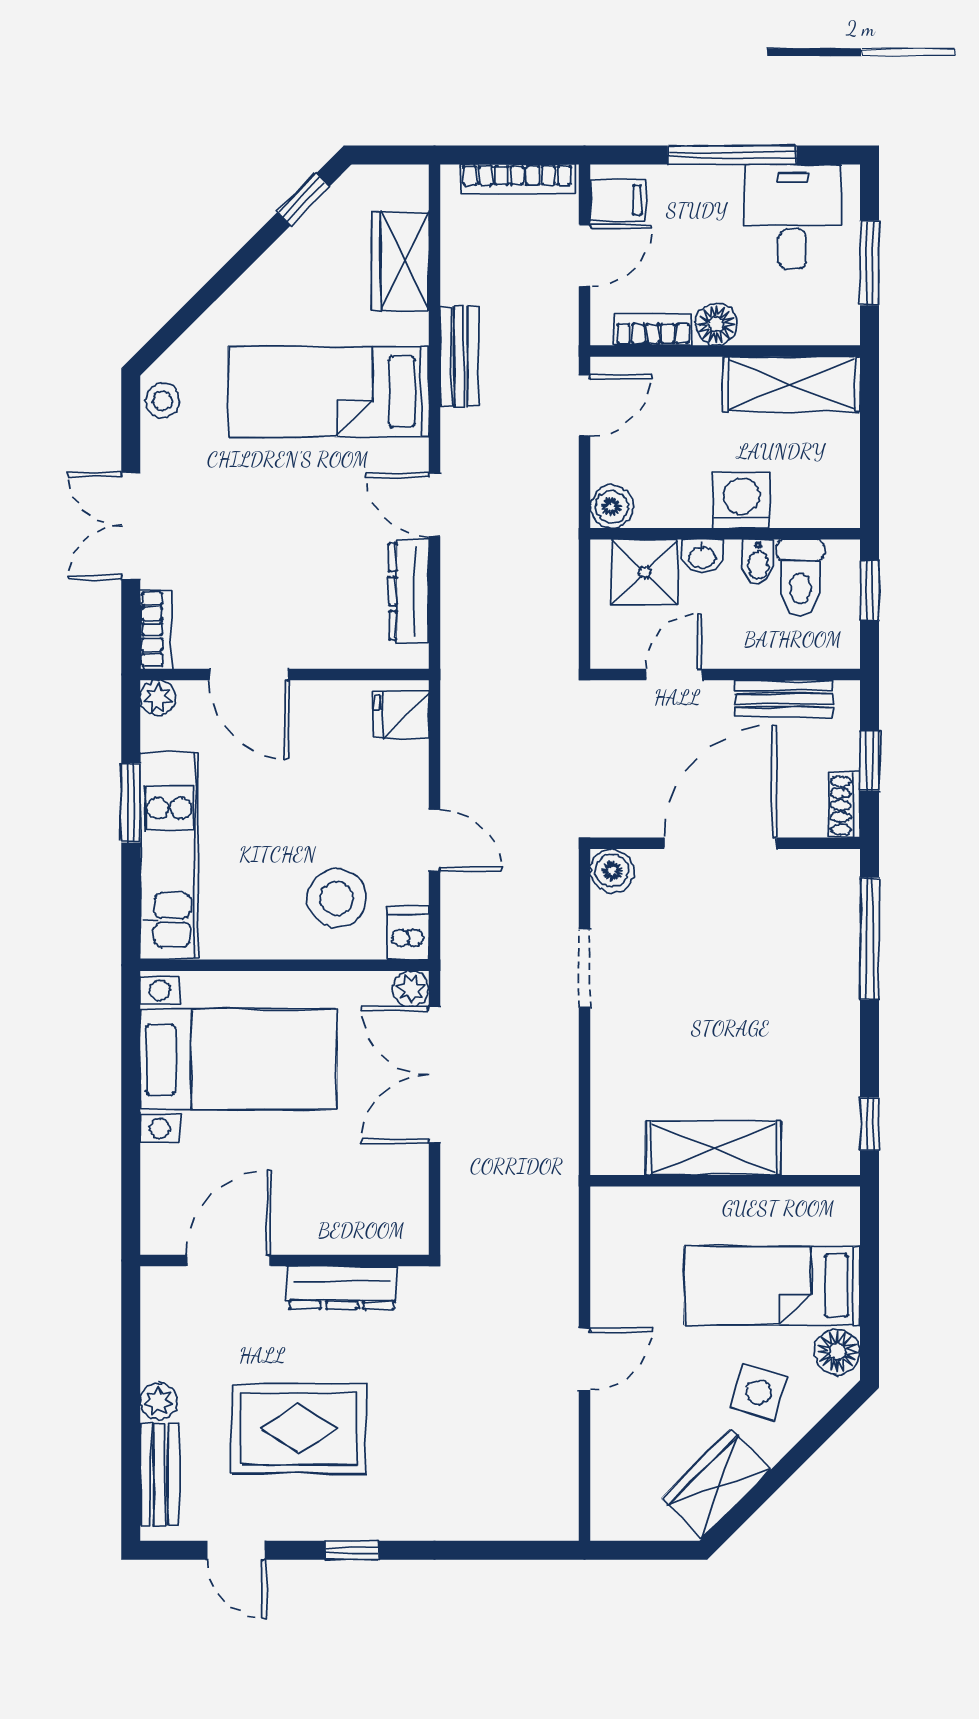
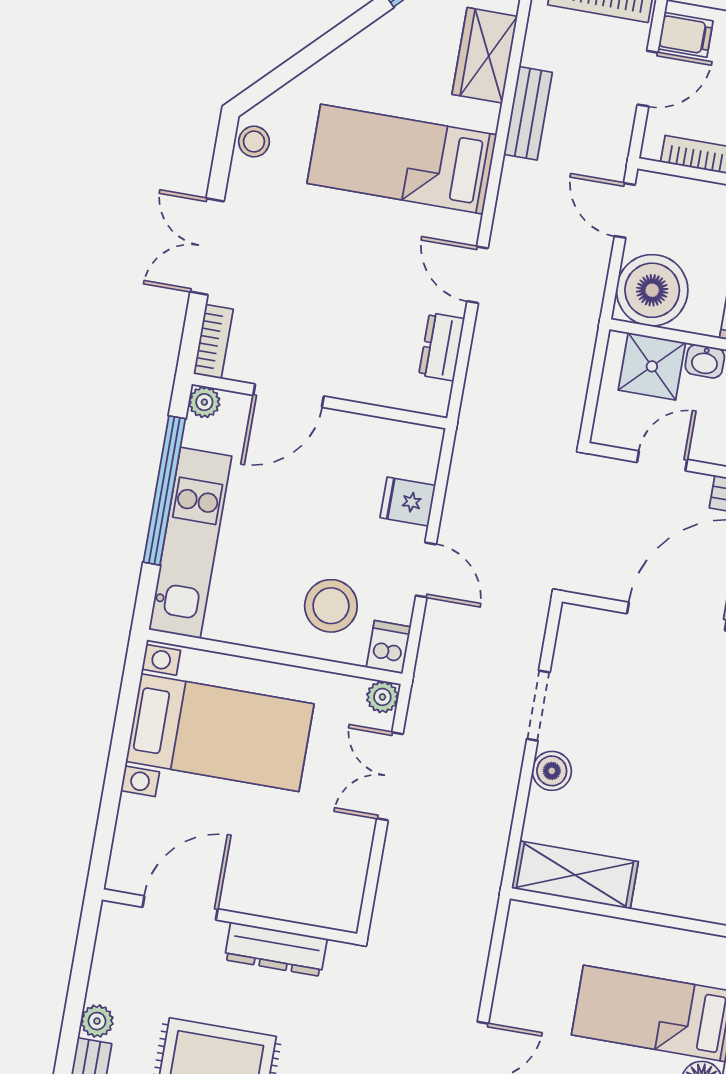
bench: (459, 356) -> (528, 113), moved
door: (585, 405) -> (625, 210), swing flipped
boiler: (612, 507) -> (652, 290), width x1.86, depth x1.86
dresser: (409, 591) -> (442, 347), width x0.70
door: (249, 674) -> (288, 396), hinge flipped
fridge: (401, 715) -> (408, 502), moved
window: (131, 803) -> (164, 490), width x2.11
boiler: (612, 871) -> (552, 771), moved
double door: (435, 1075) -> (390, 776), width x0.73
shelving: (713, 1148) -> (575, 875), moved

